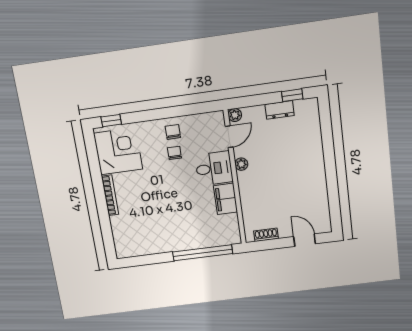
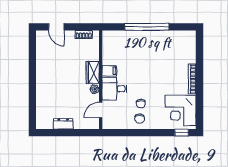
window: (292, 95) -> (53, 133), removed
plant: (235, 115) -> (95, 124), removed
wardrobe: (247, 186) -> (93, 72), added
filing cabinet: (225, 199) -> (109, 71), width x0.50
window: (203, 253) -> (147, 27), moved

